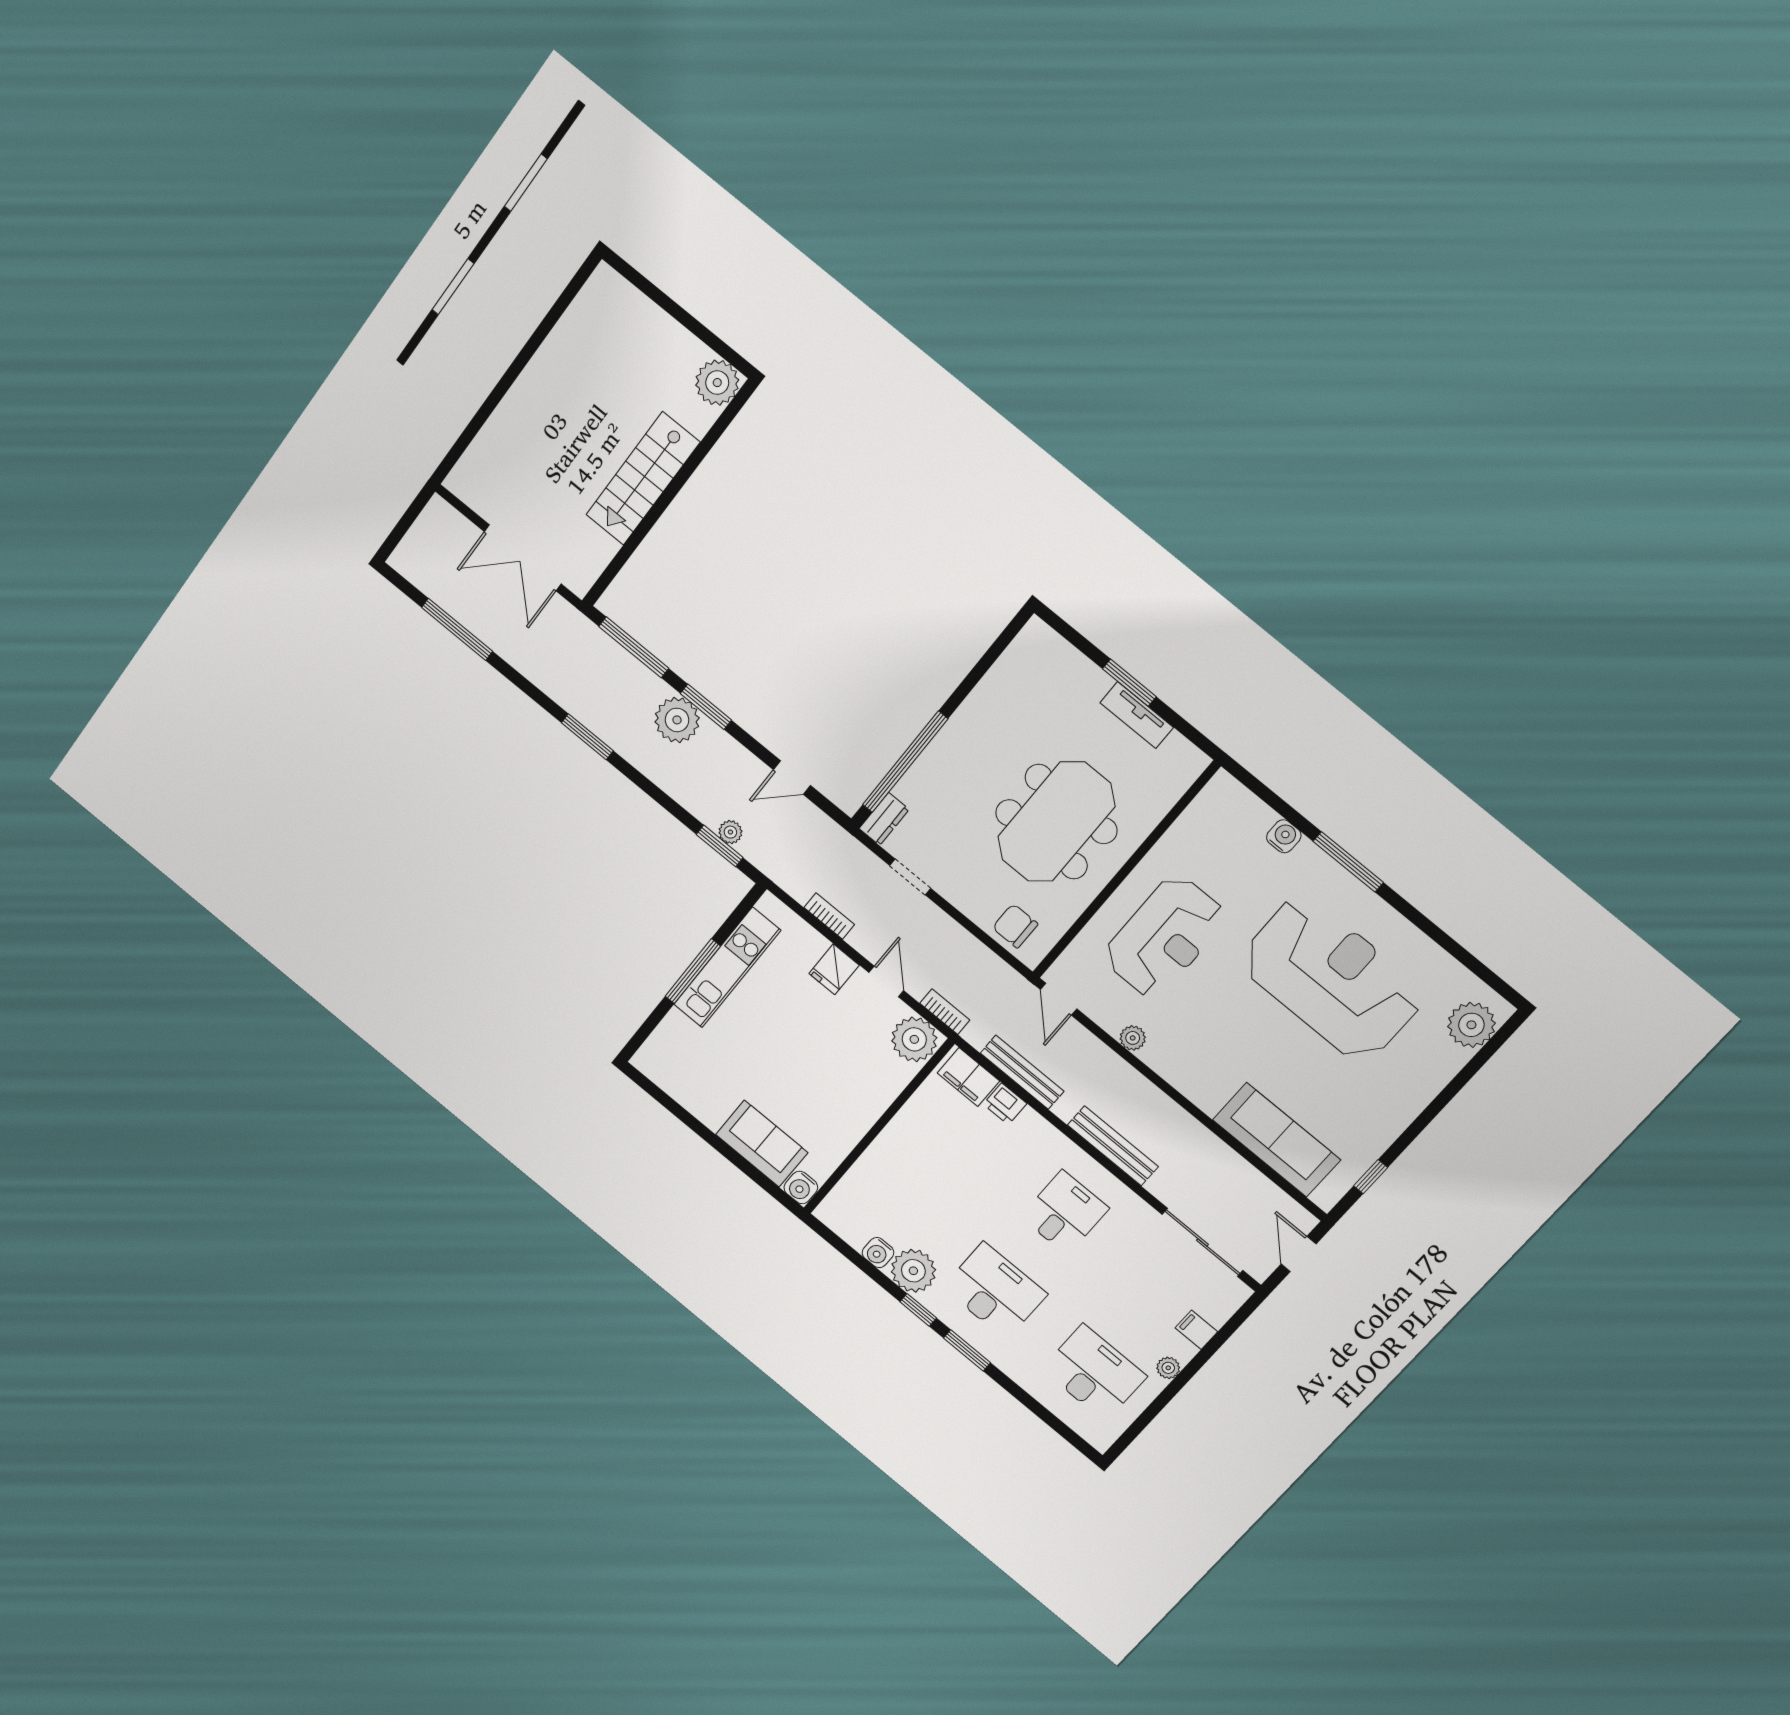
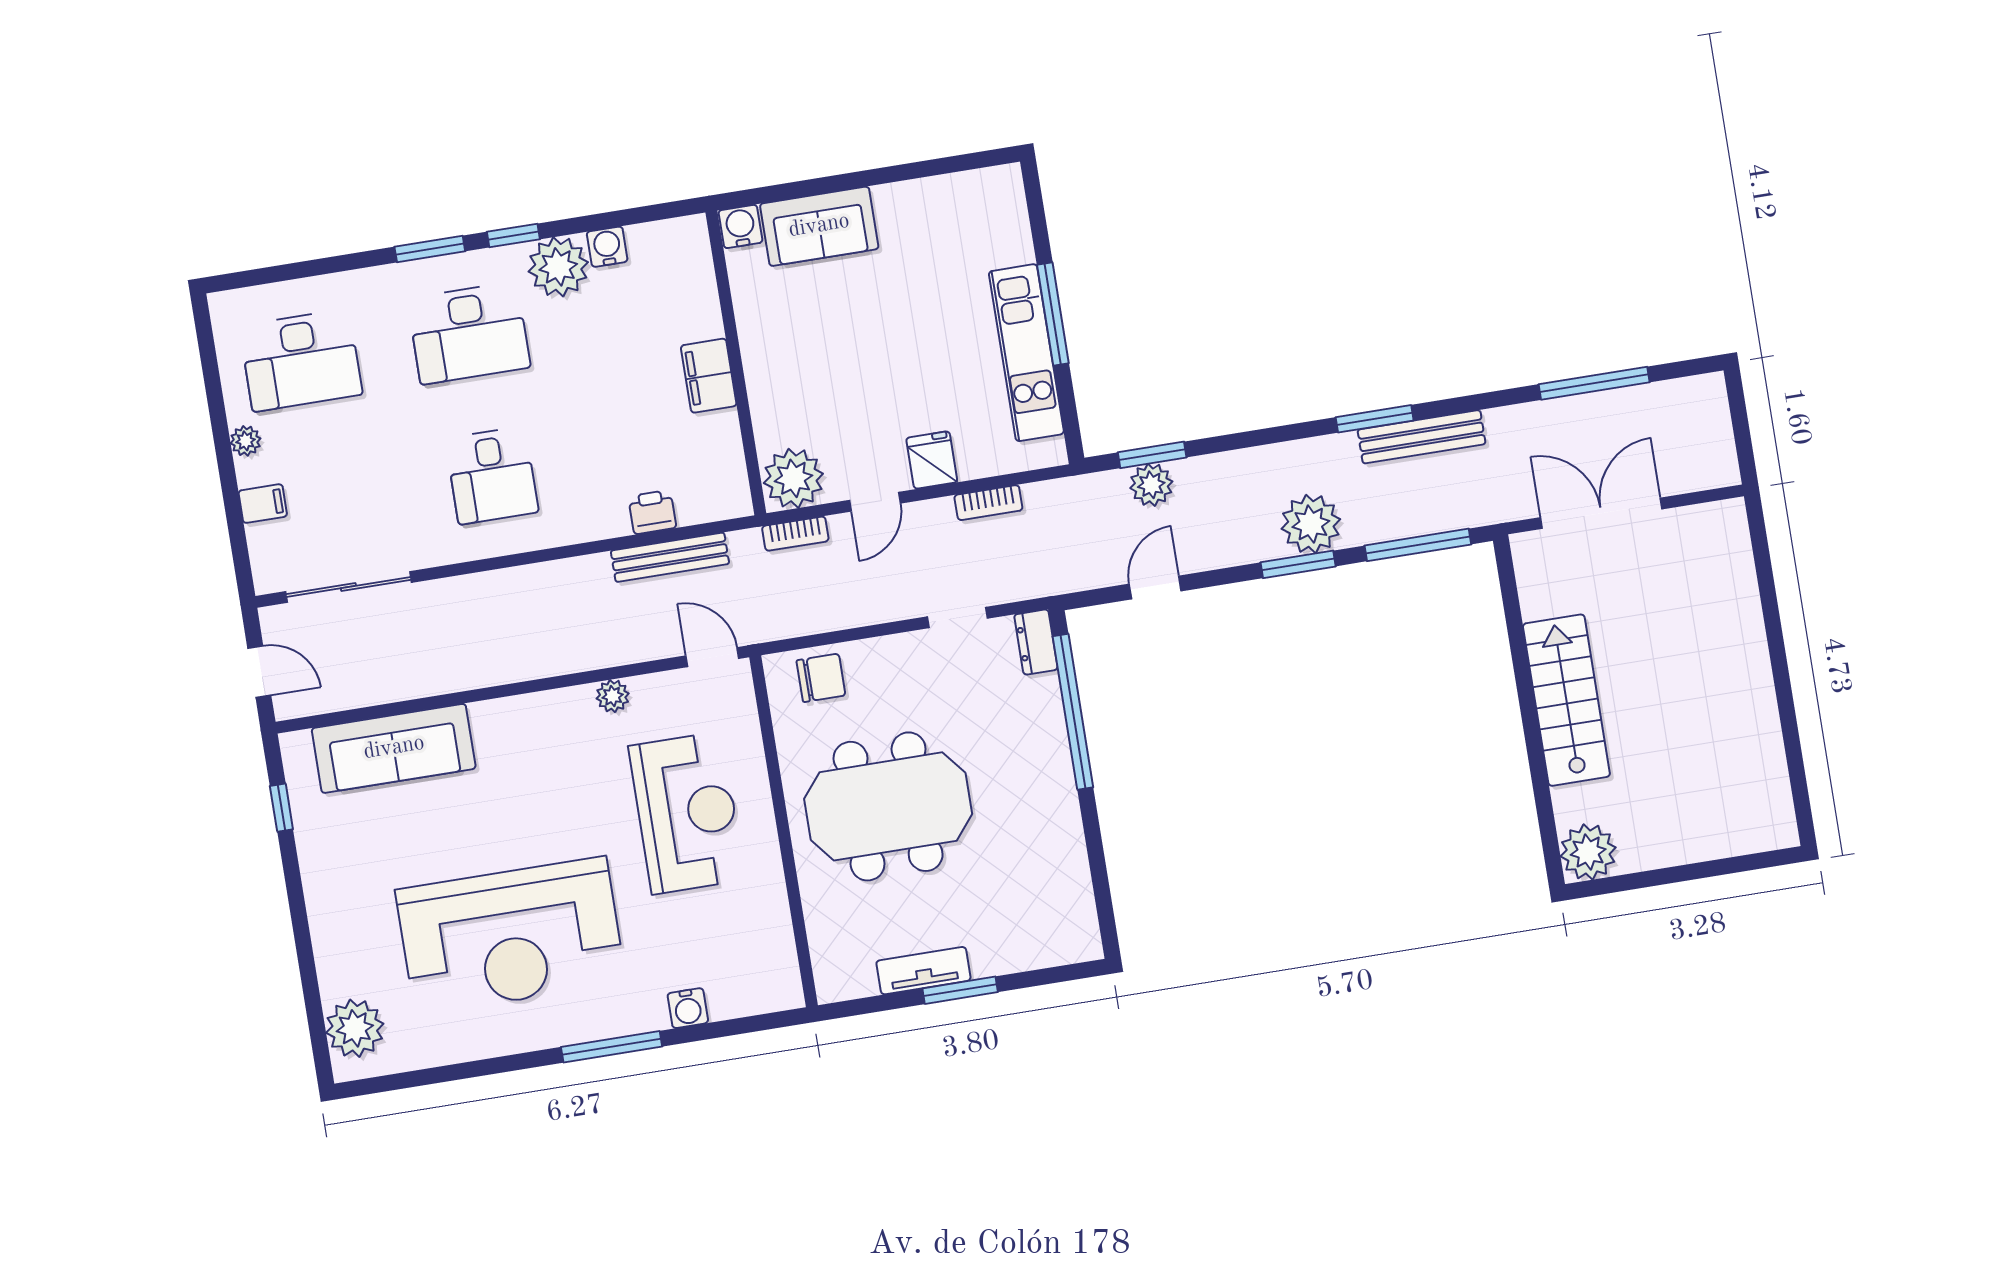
meeting table: (1056, 822) -> (888, 806), turned 90
plant: (730, 832) -> (1151, 485), width x1.38, depth x1.38
reception desk: (1164, 937) -> (687, 813), turned 180
door: (886, 982) -> (875, 502), hinge flipped
filing cabinet: (968, 1077) -> (709, 376), moved, turned -90
bench: (1113, 1146) -> (1422, 437), moved

